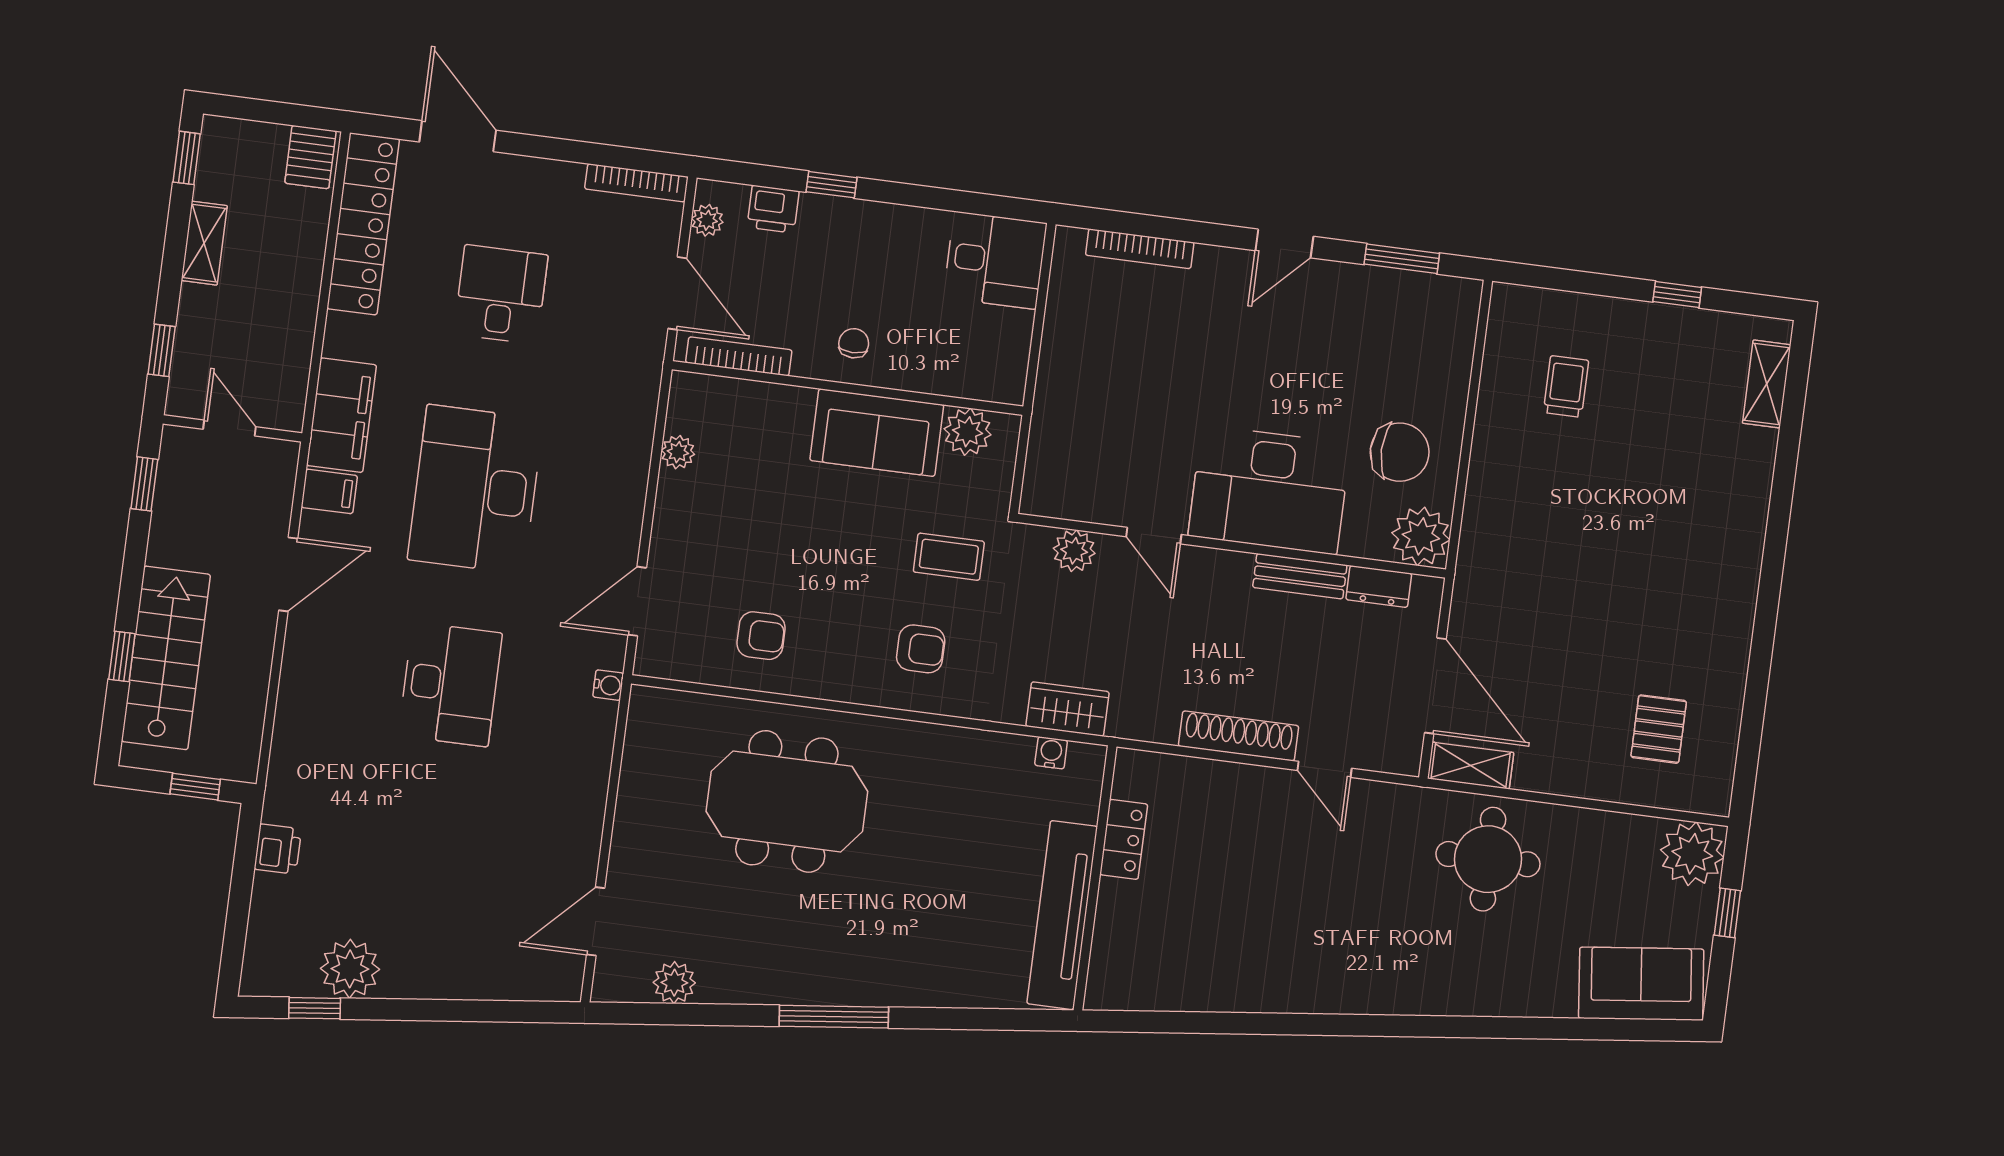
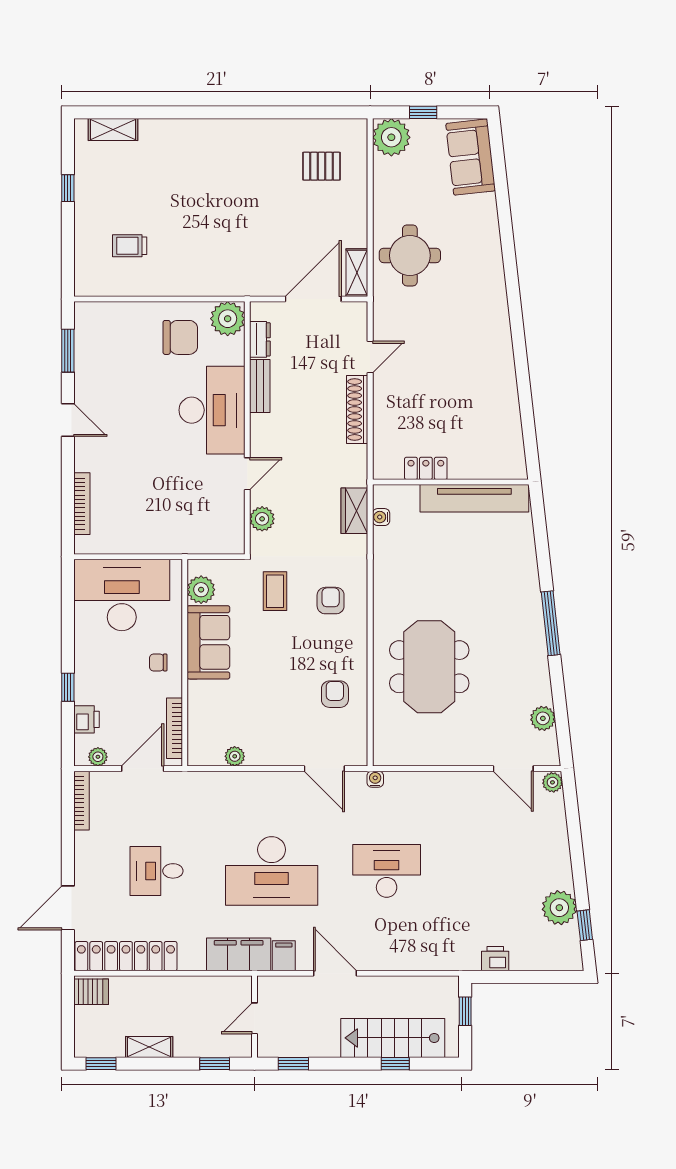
desk: (995, 260) -> (122, 595), width x1.87, depth x1.30
chair: (1400, 452) -> (180, 337), turned 90
plant: (564, 985) -> (553, 782), added

